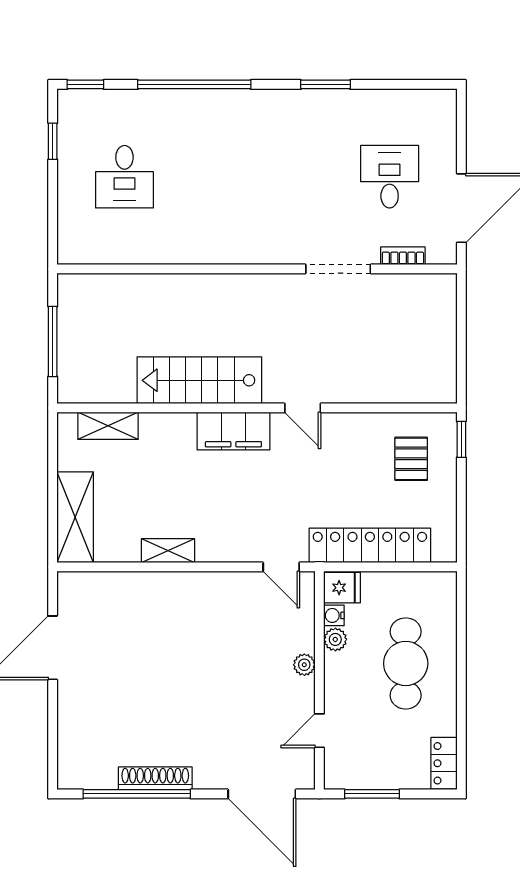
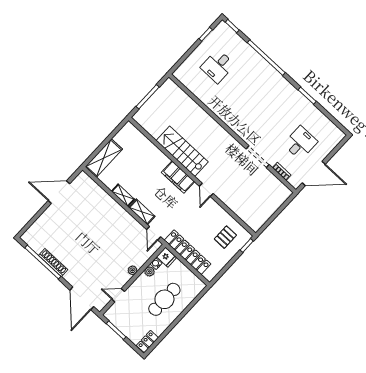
shelving: (108, 426) -> (142, 212), moved

